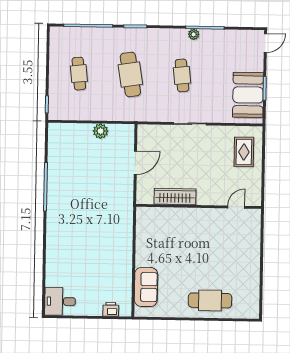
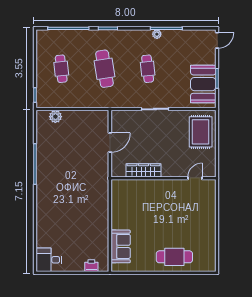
plant: (101, 131) -> (55, 117), moved
rug: (244, 152) -> (201, 132), width x1.36, depth x1.43

